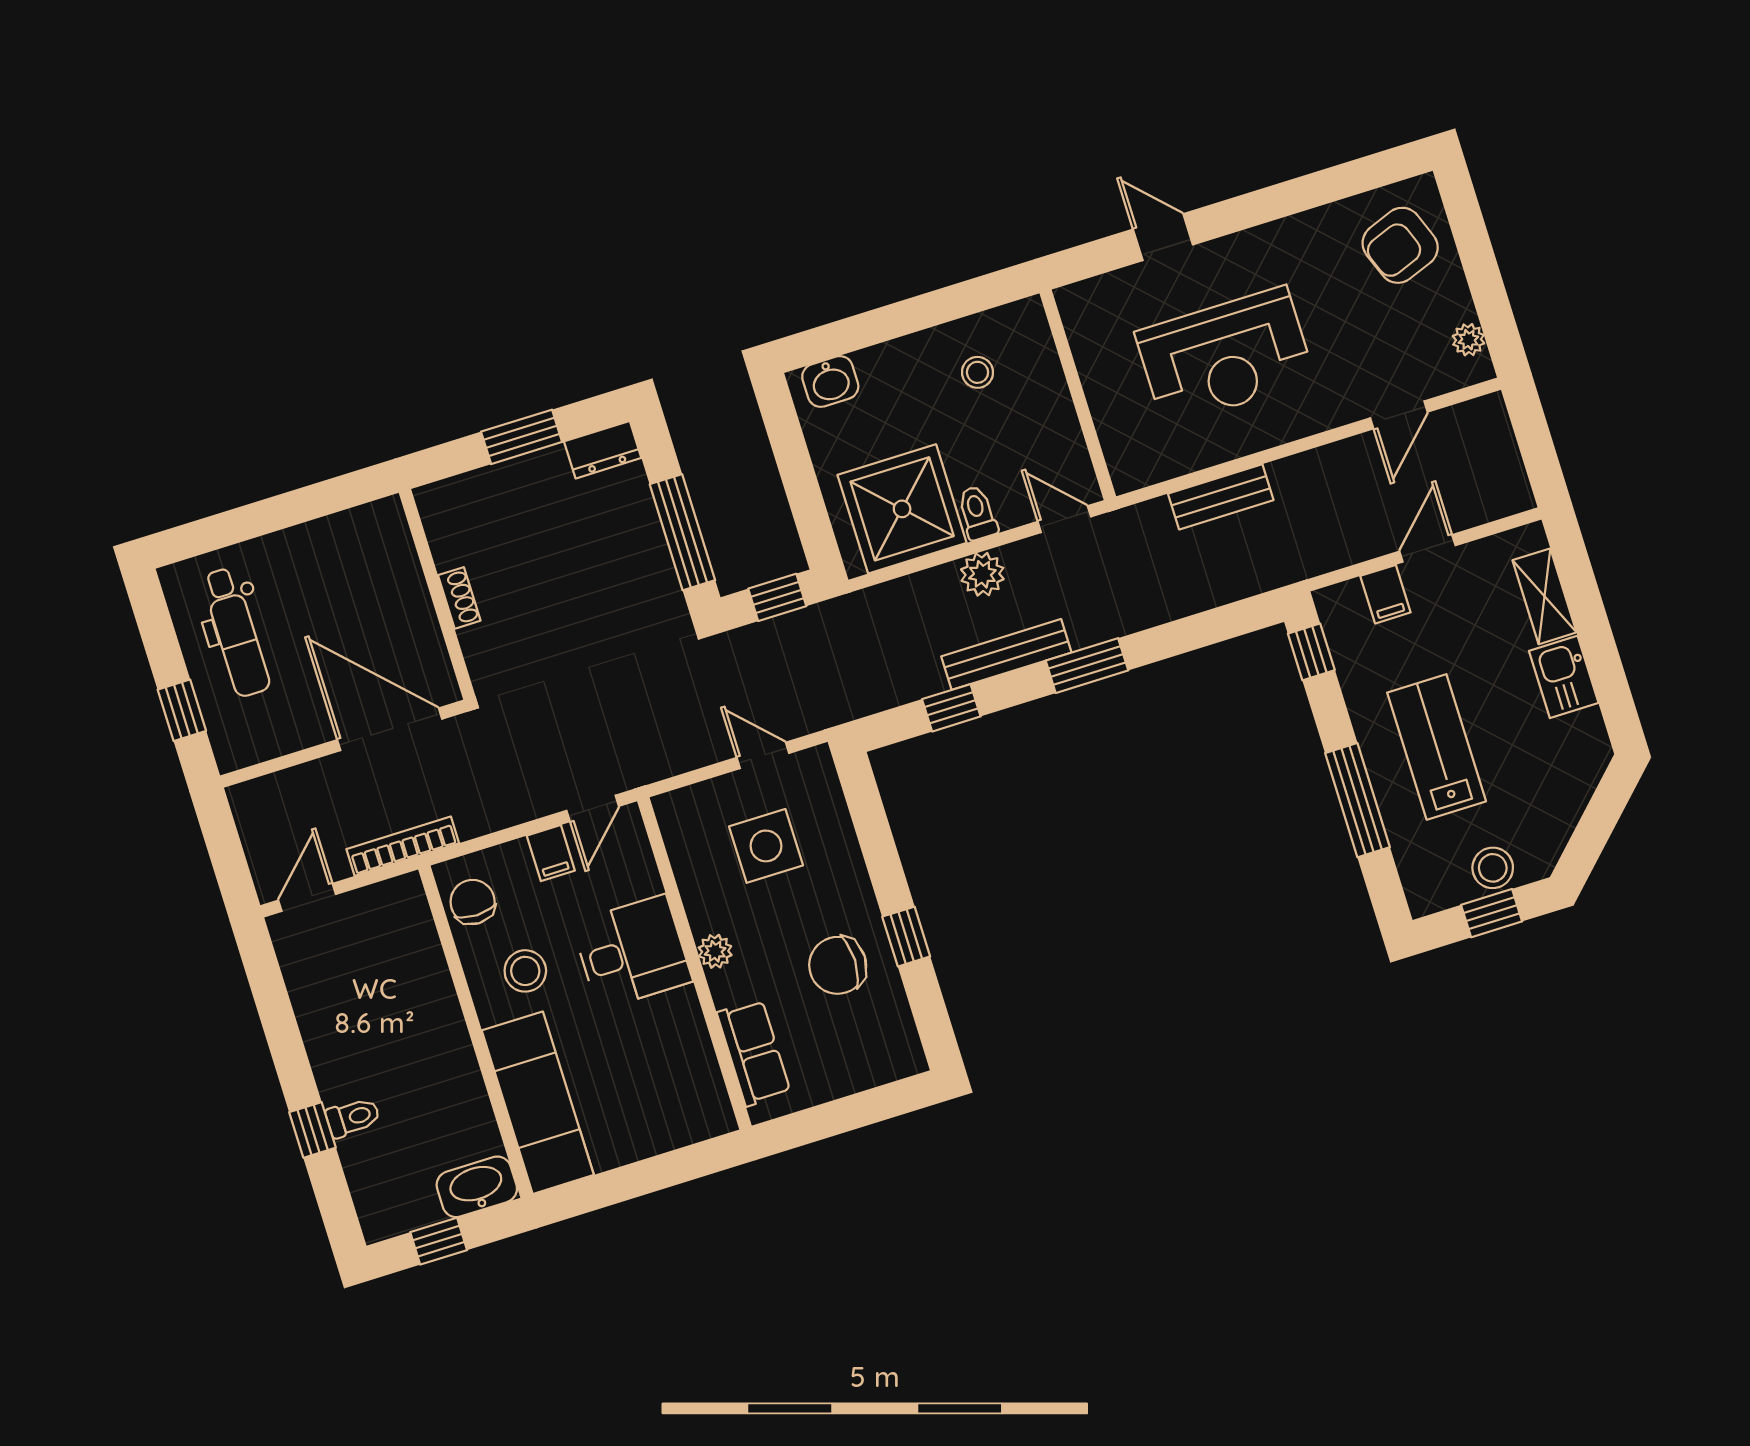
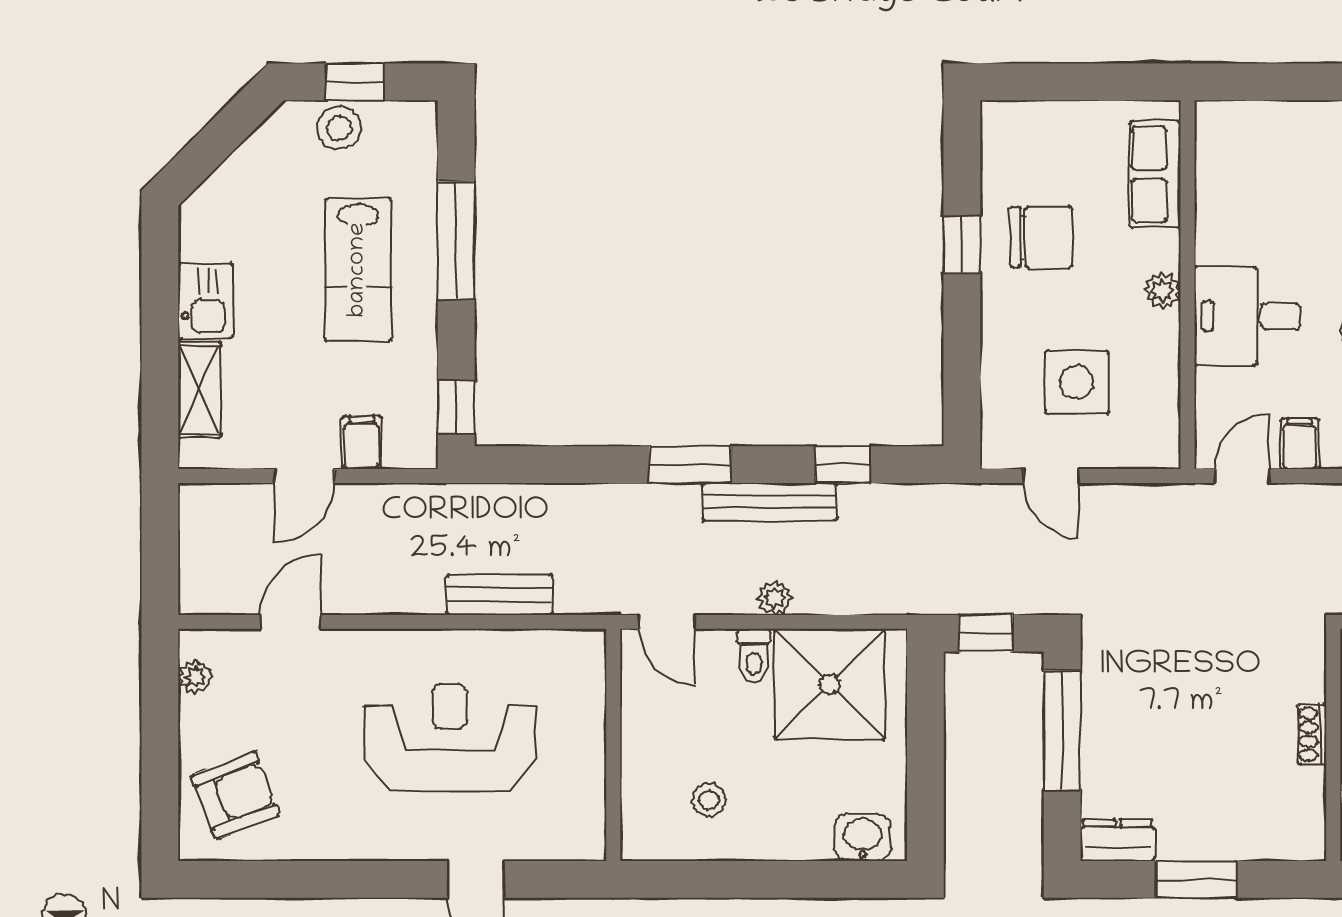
plant: (982, 574) -> (775, 598), width x0.73, depth x0.73

